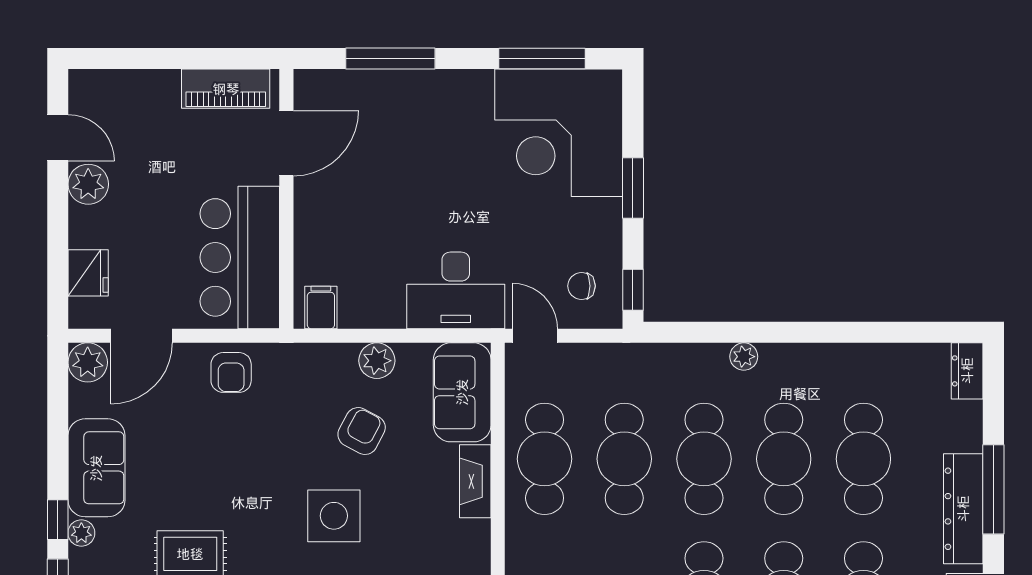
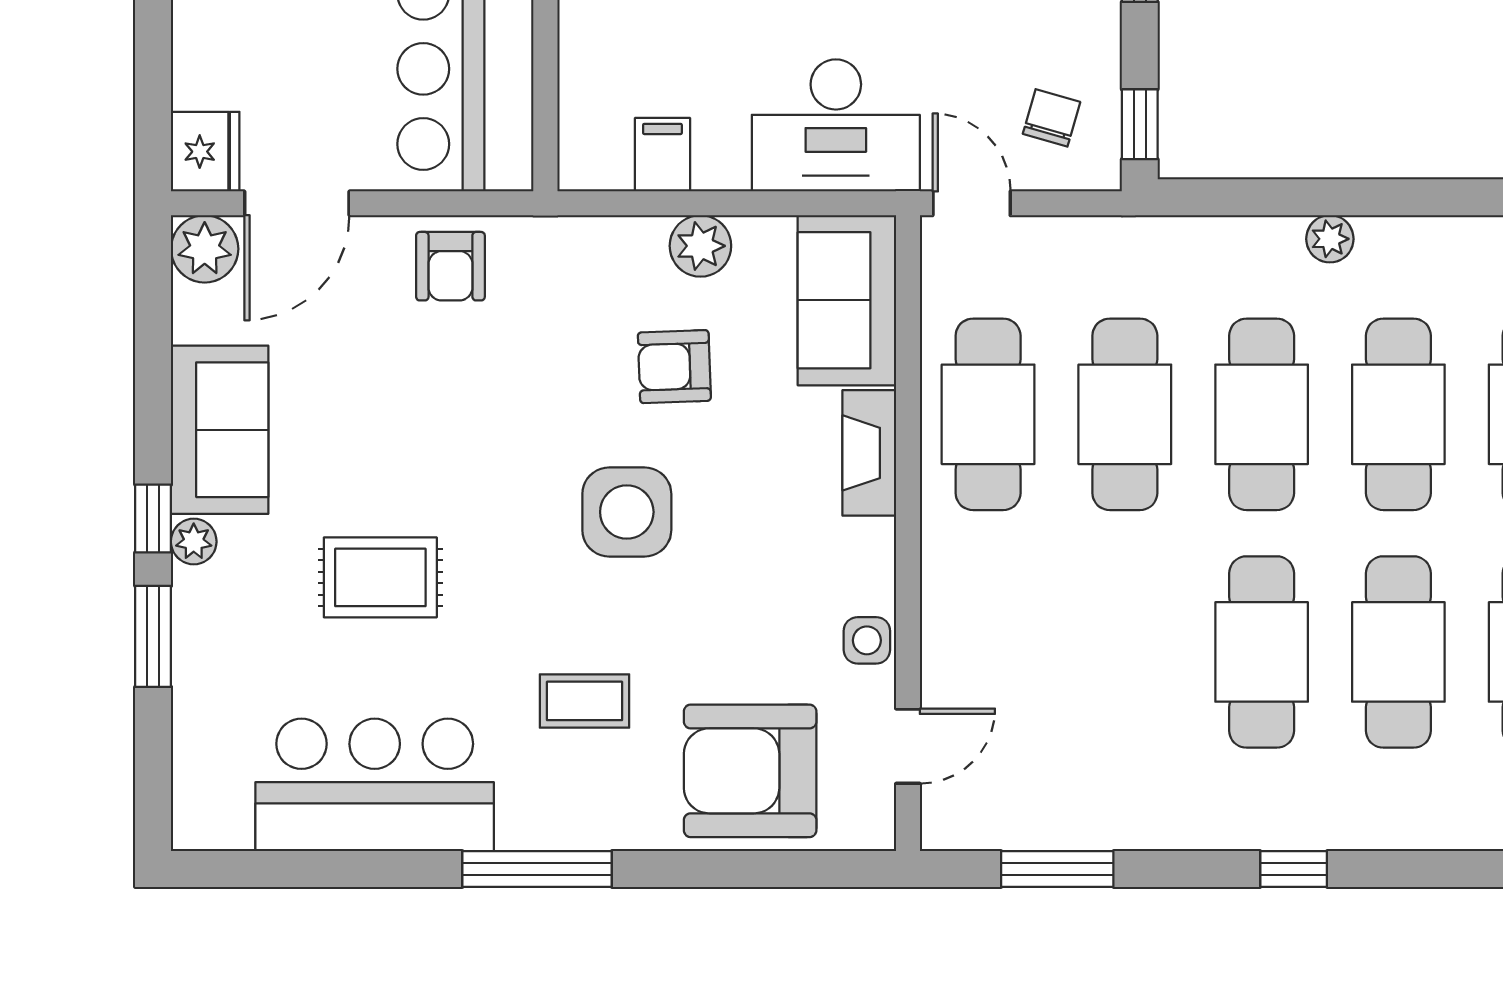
fridge: (88, 273) -> (205, 152), moved
chair: (581, 286) -> (1052, 118), turned 106
filing cabinet: (321, 307) -> (662, 155), moved
armchair: (362, 431) -> (674, 367), turned -120

